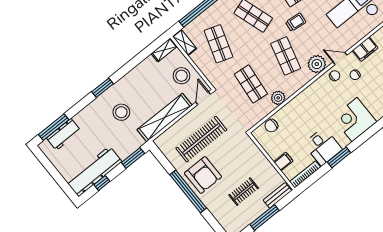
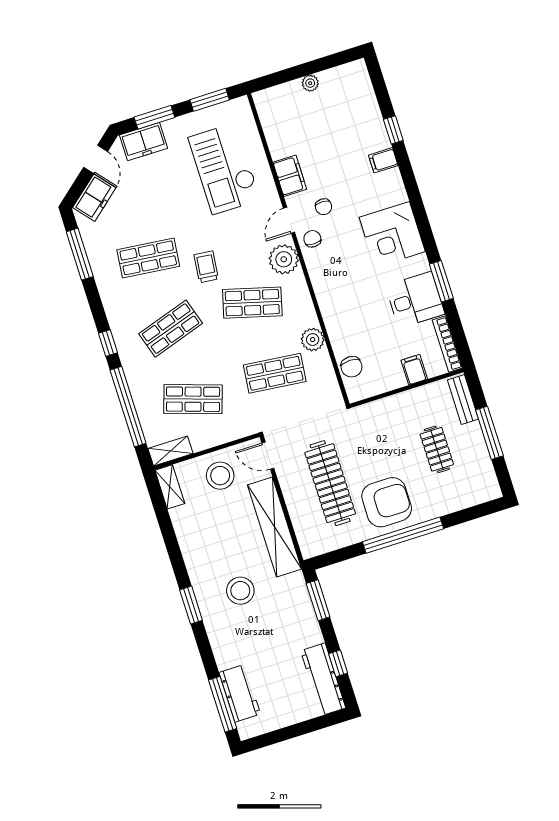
workbench: (94, 171) -> (323, 679), width x0.73, depth x0.76

